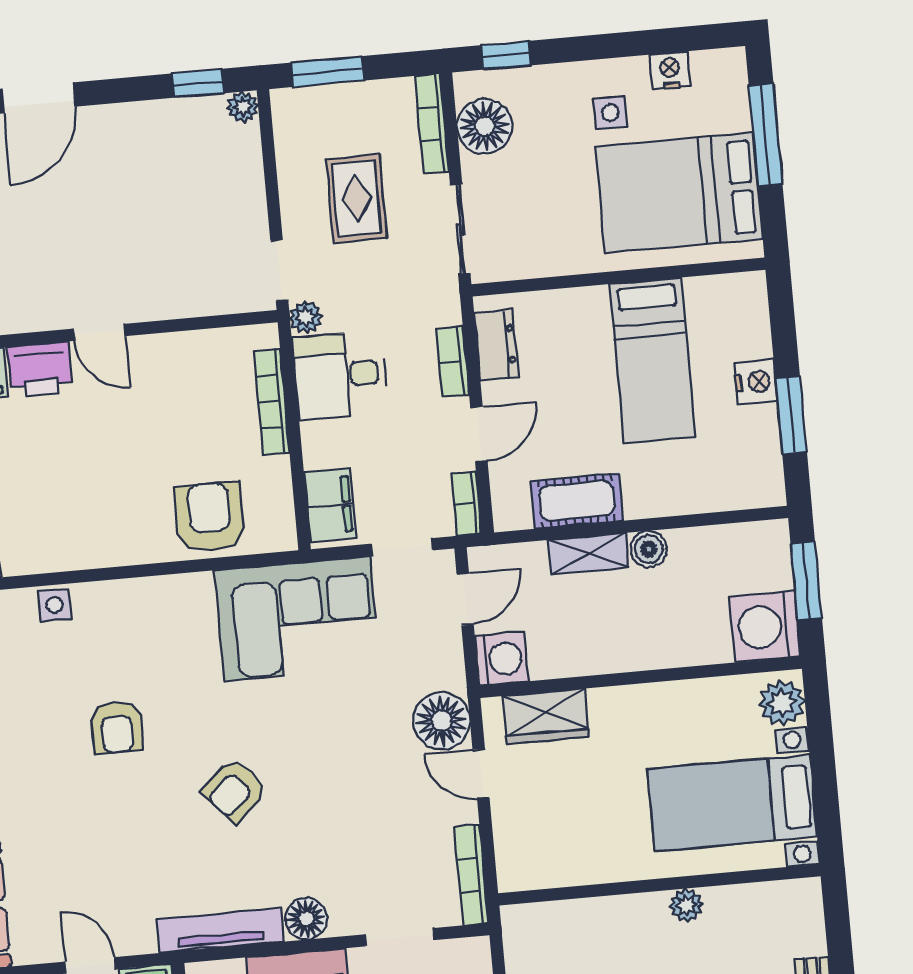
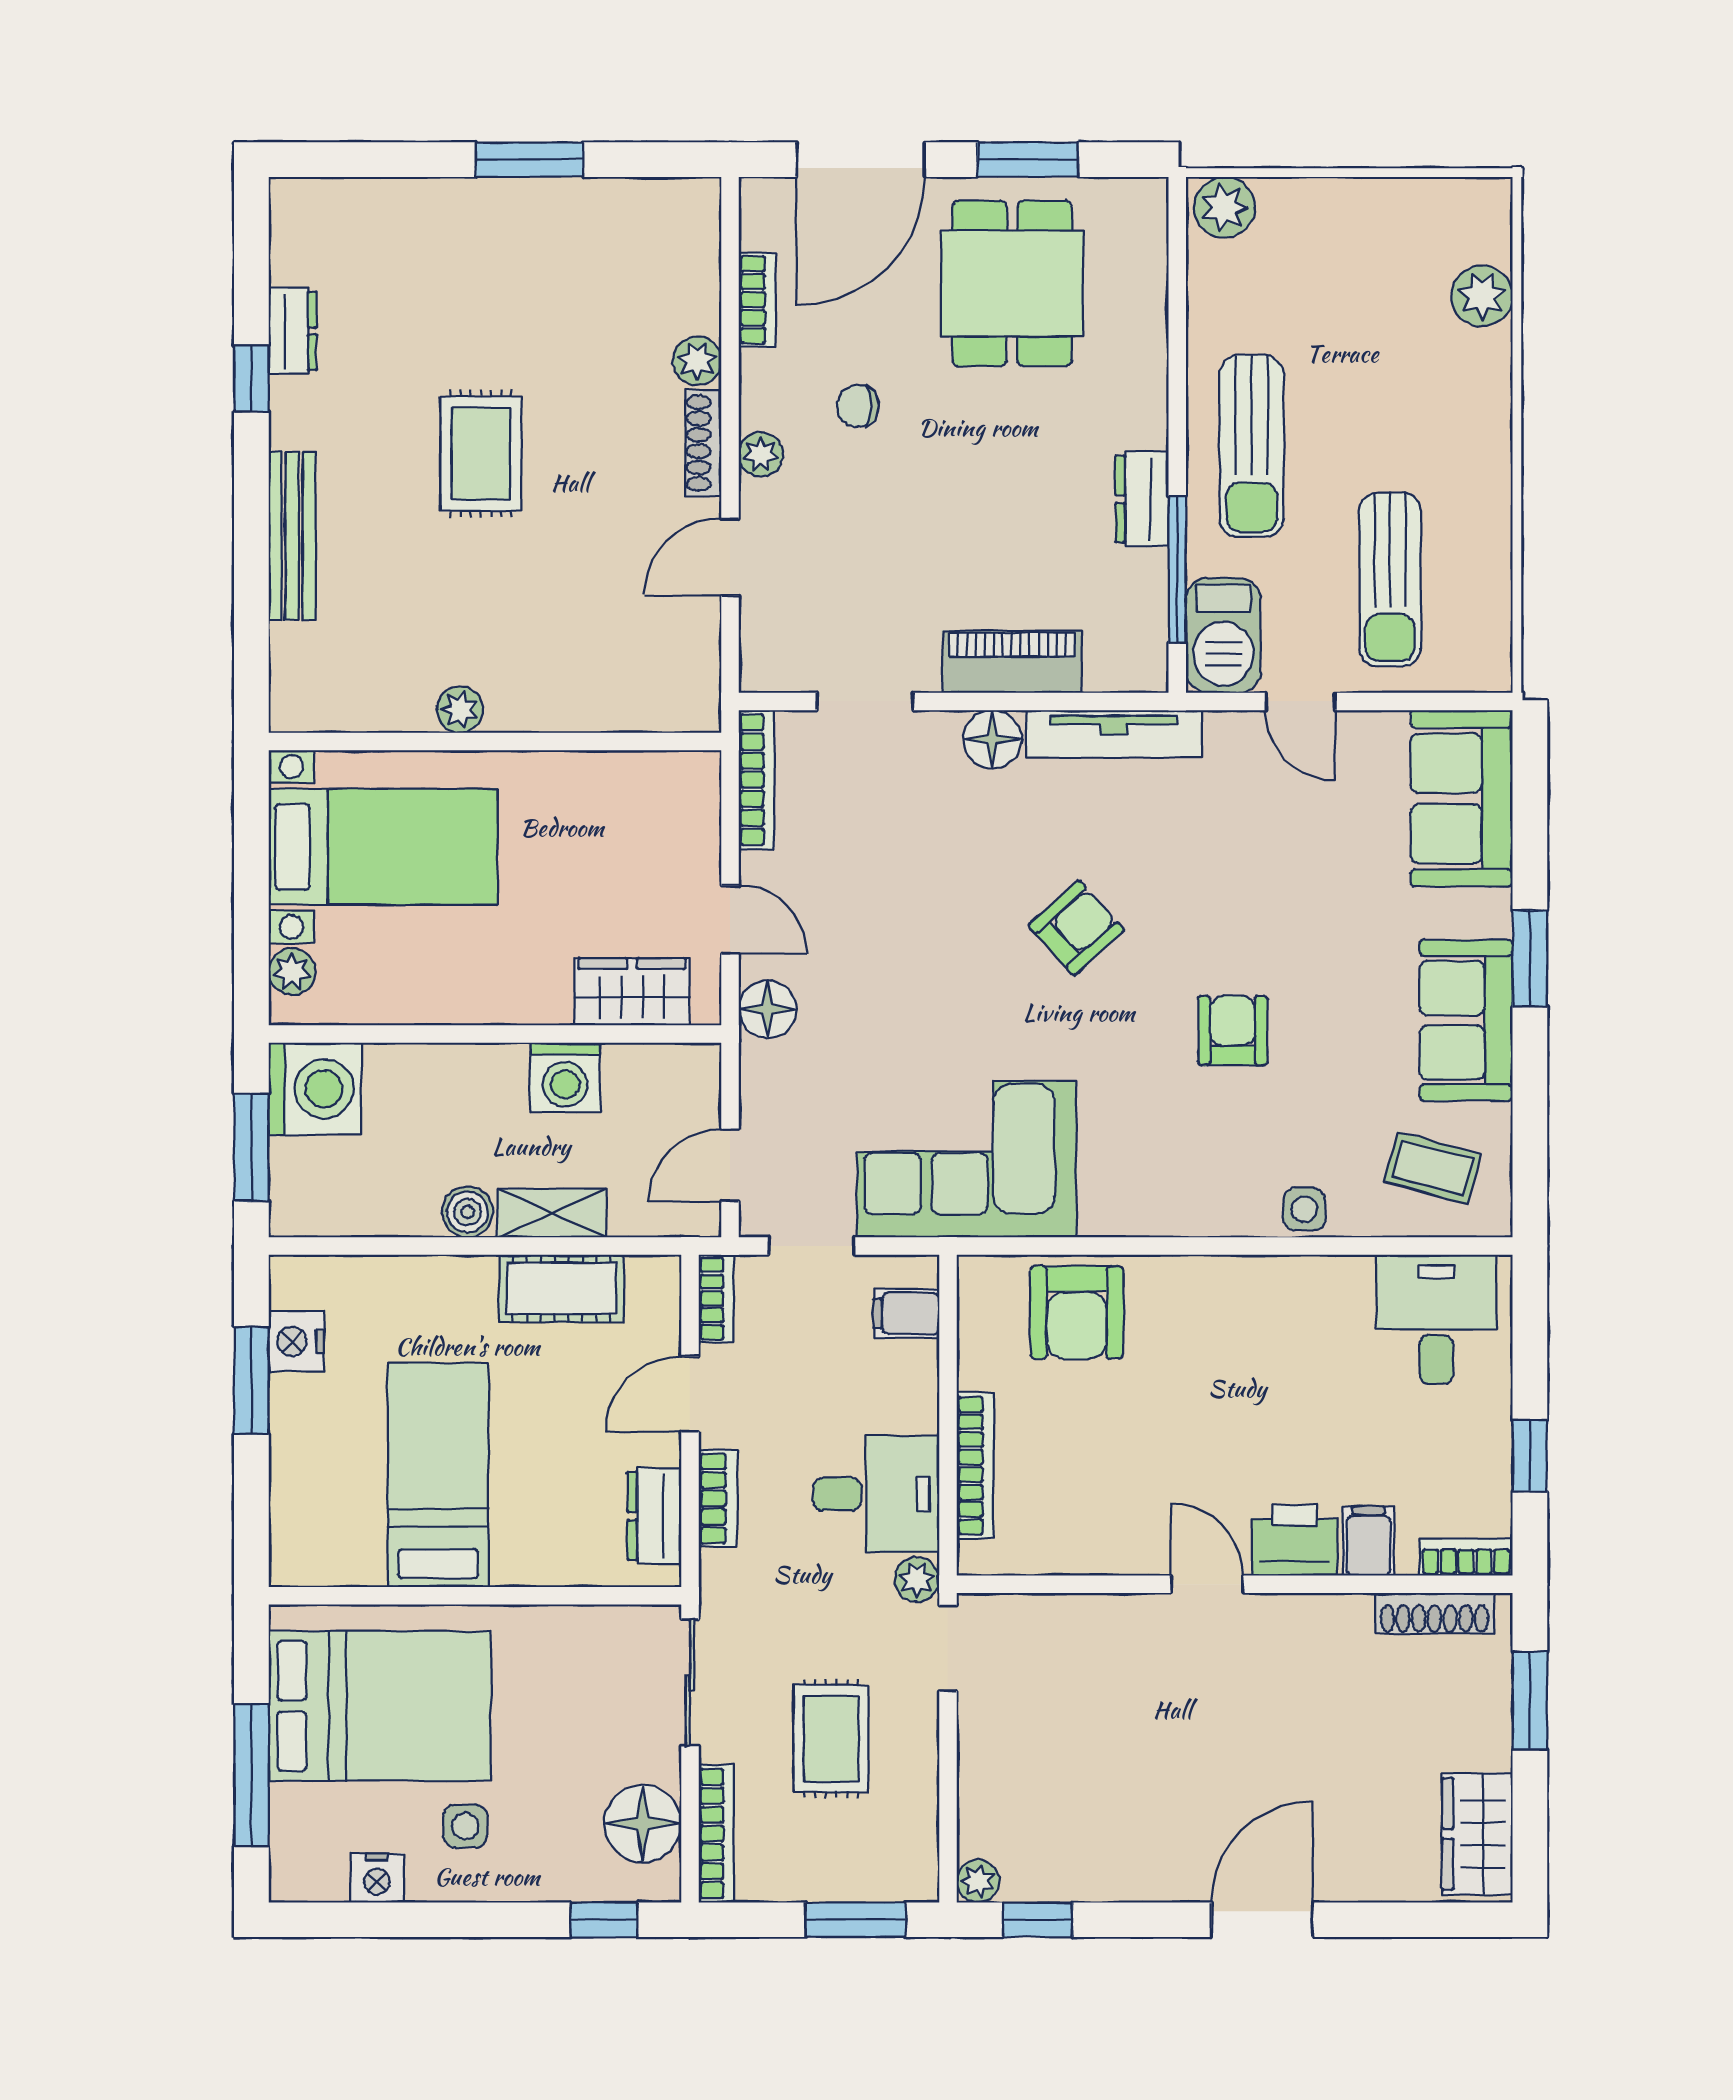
nightstand: (756, 382) -> (296, 1341), moved
filing cabinet: (330, 505) -> (906, 1314), width x0.50
washing machine: (502, 659) -> (565, 1077), moved, turned -90
plant: (782, 703) -> (292, 972), width x0.73, depth x0.73
floor lamp: (442, 721) -> (768, 1009), width x0.73, depth x0.73

